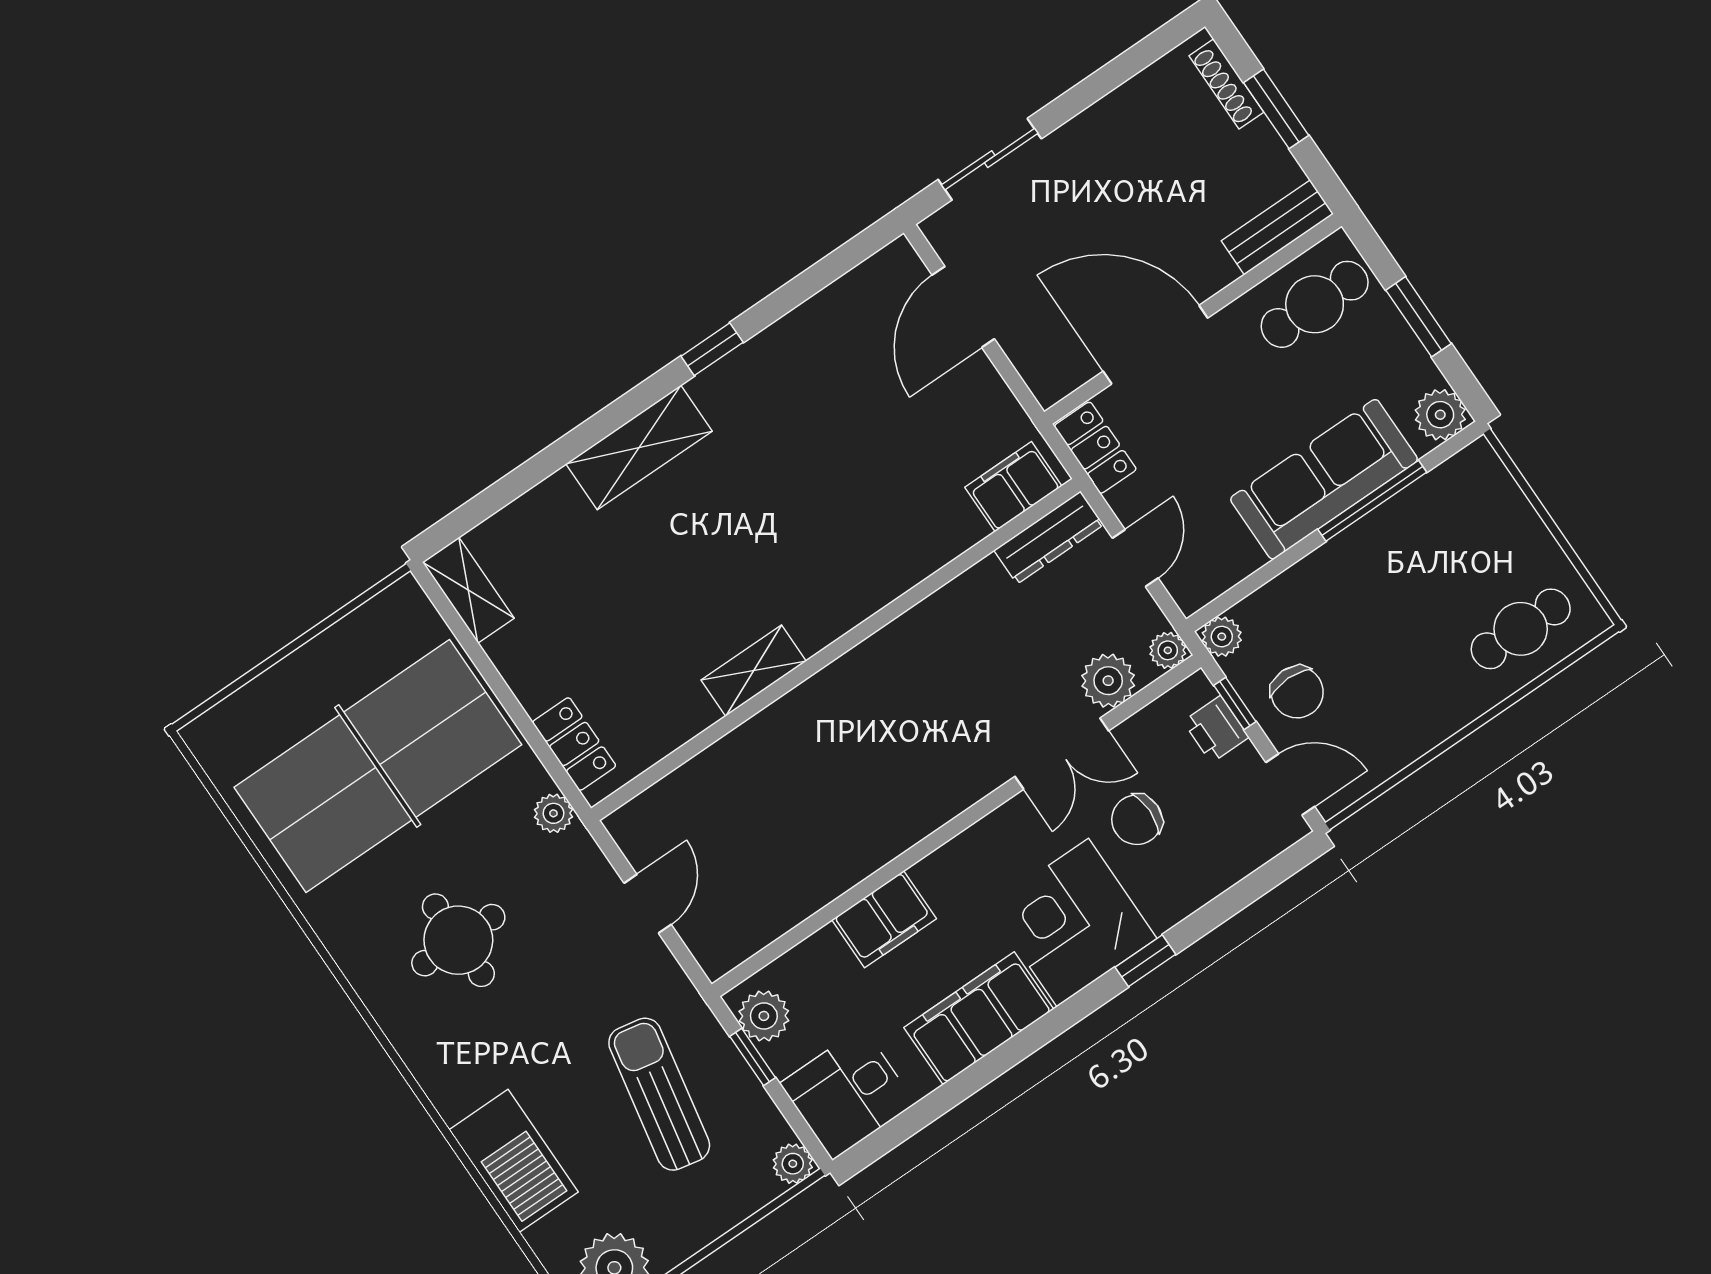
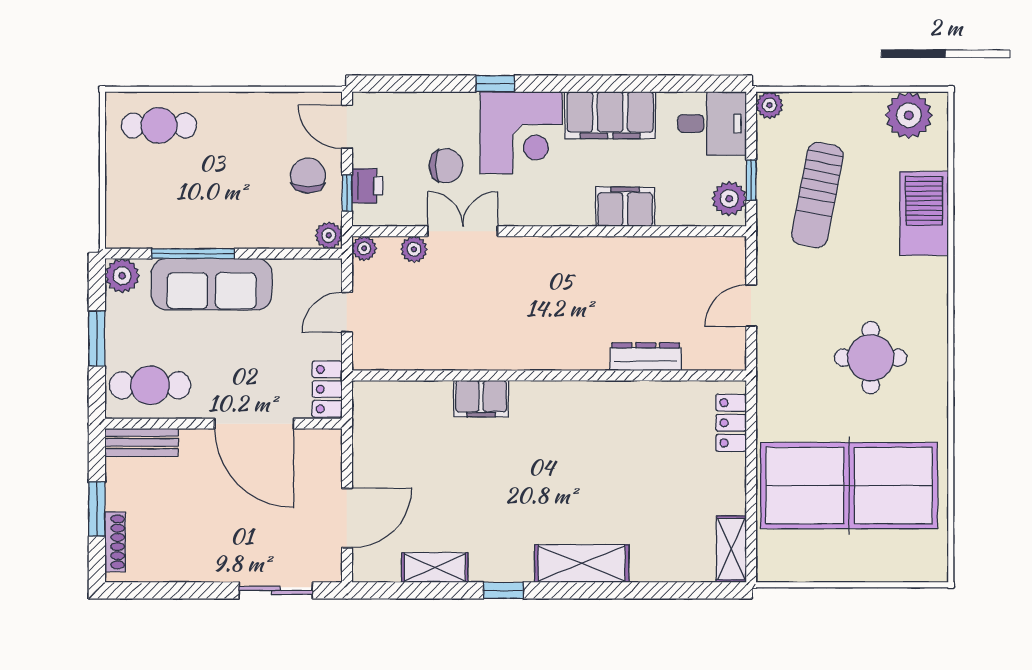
filing cabinet: (1013, 487) -> (481, 399), moved
dresser: (1049, 538) -> (646, 357), moved
shelving: (754, 671) -> (435, 568), moved
plant: (1108, 681) -> (414, 249), width x0.73, depth x0.73
plant: (553, 813) -> (769, 392), removed

